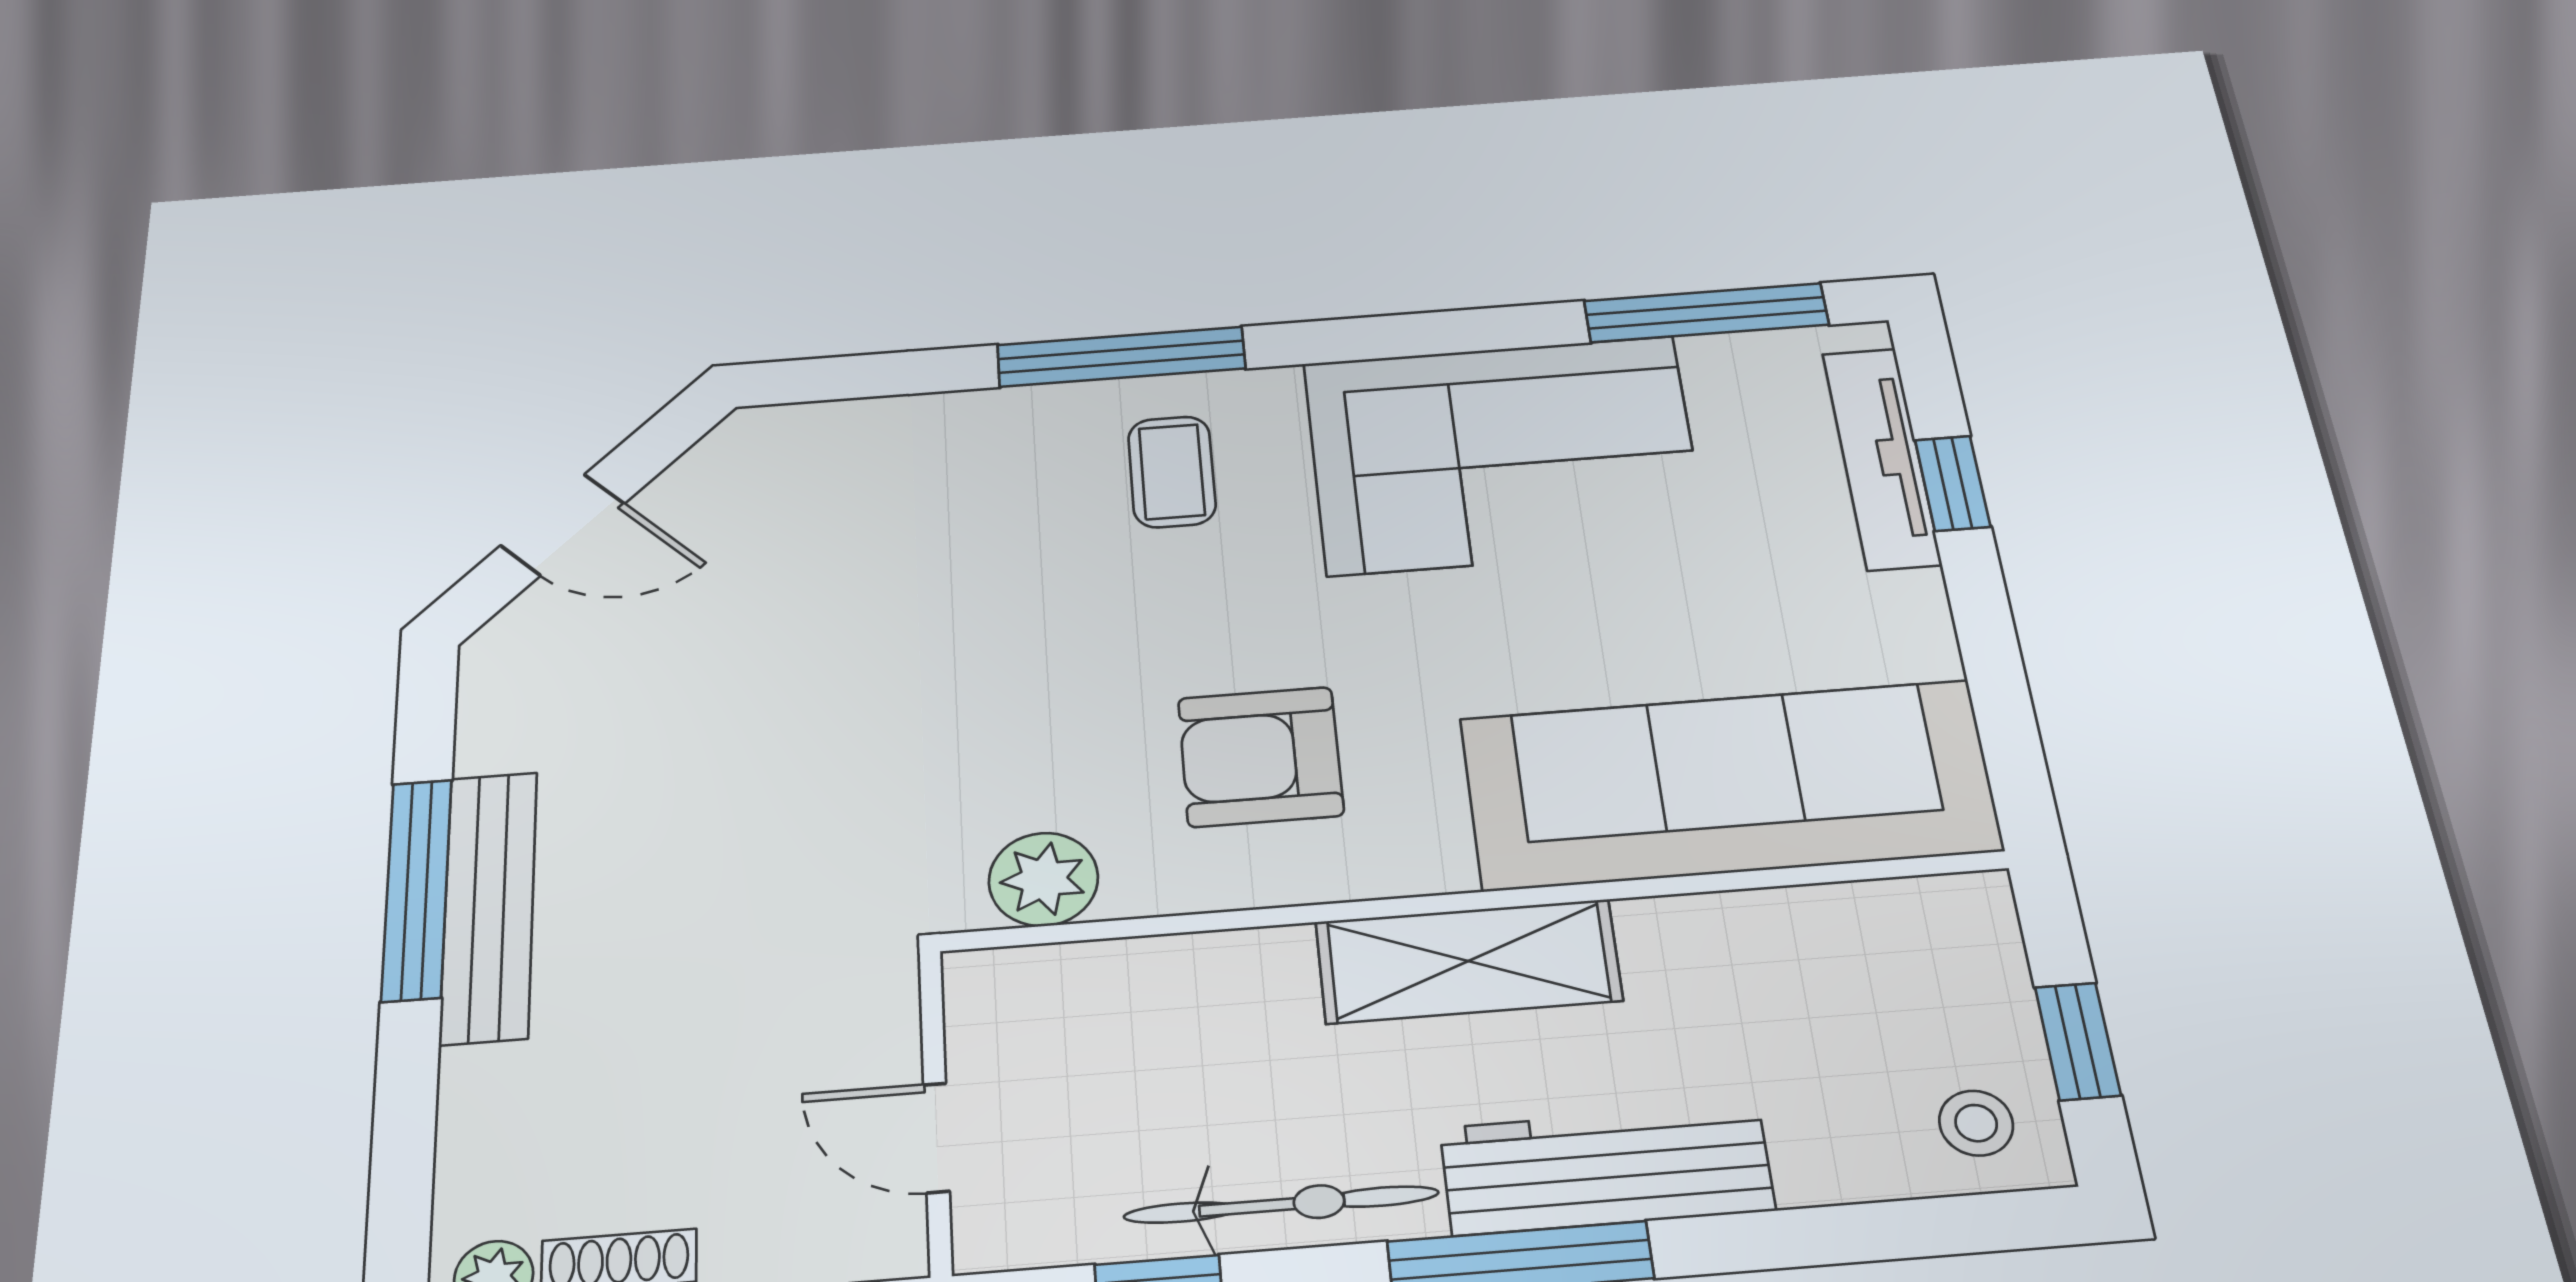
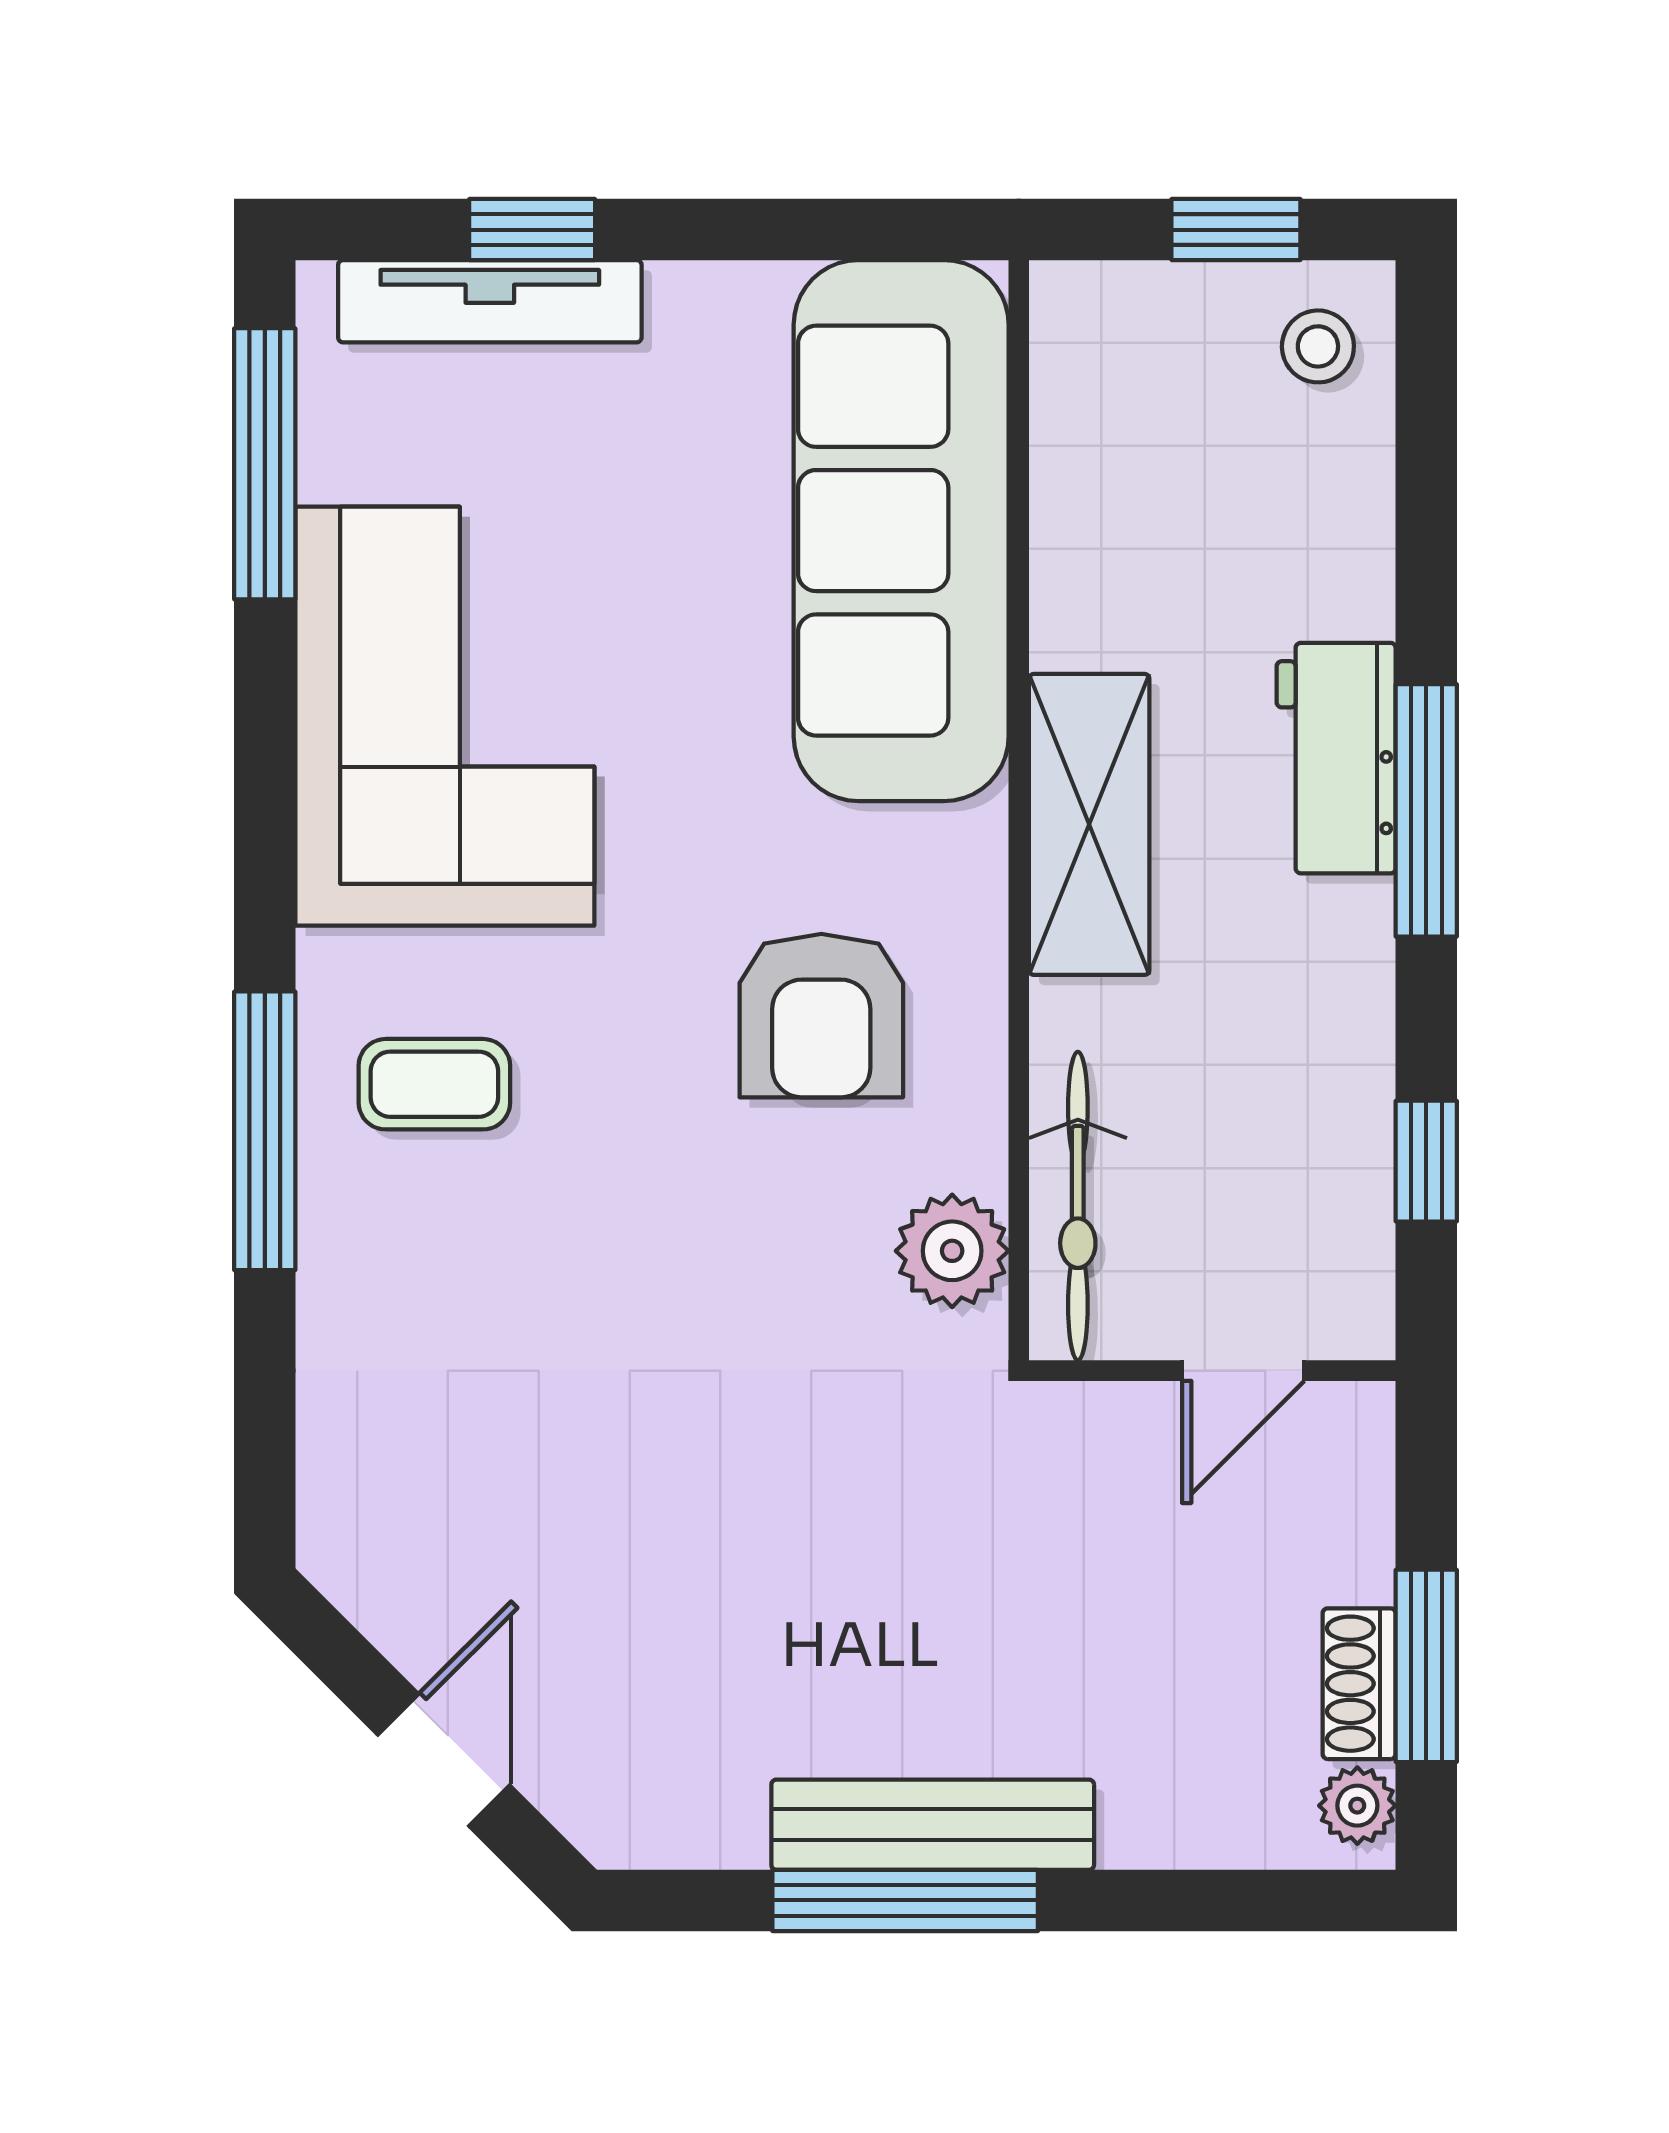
workbench: (1607, 1169) -> (1336, 758), width x0.73
bicycle: (1281, 1205) -> (1078, 1206), moved, turned 180

